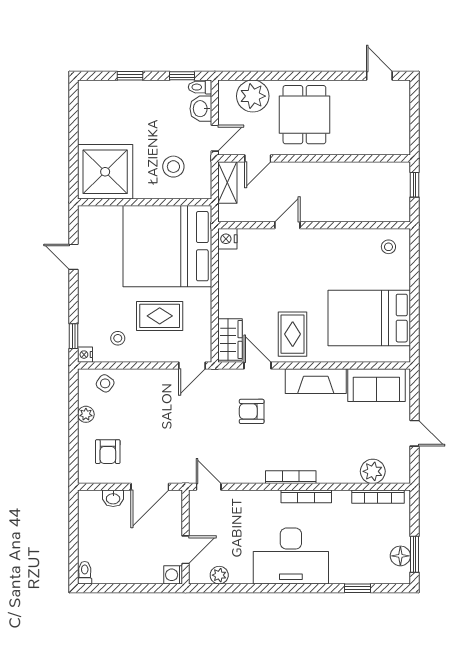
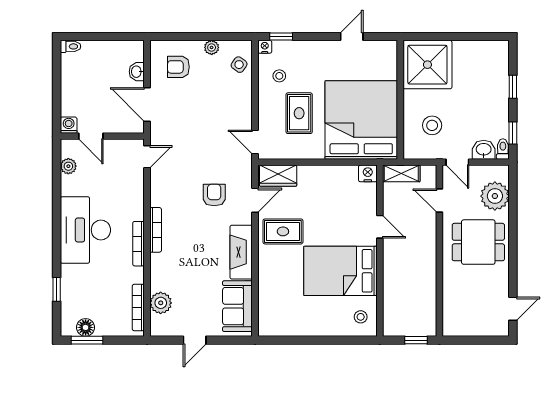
shelving: (227, 182) -> (401, 173), moved
bed: (369, 318) -> (340, 271), moved, turned -90

